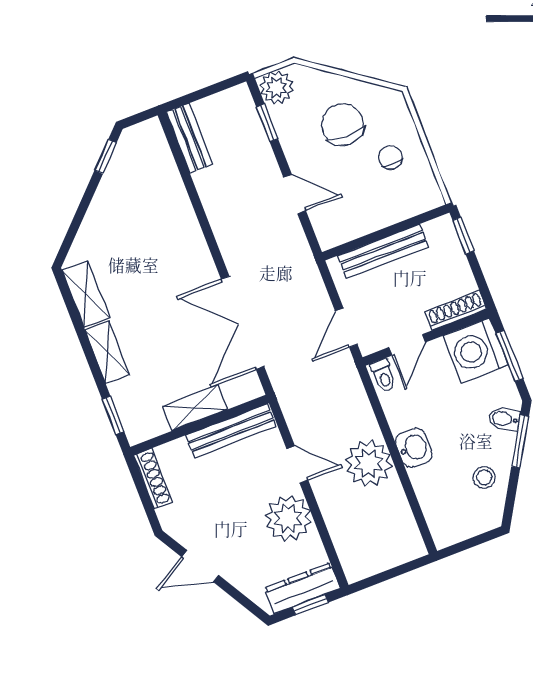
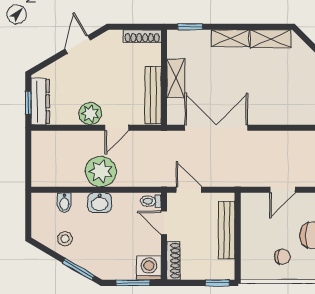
washing machine: (476, 350) -> (149, 268), width x0.73, depth x0.73
bidet: (504, 419) -> (64, 203), moved, turned 149
plant: (288, 518) -> (90, 114), width x0.73, depth x0.73

